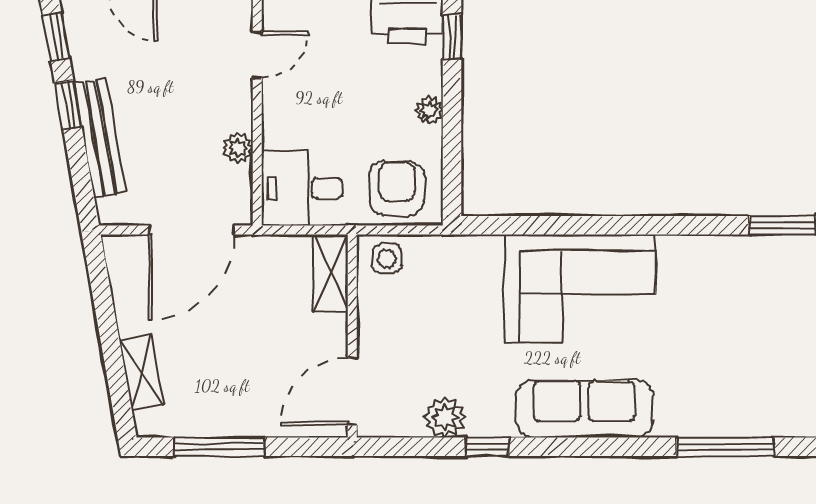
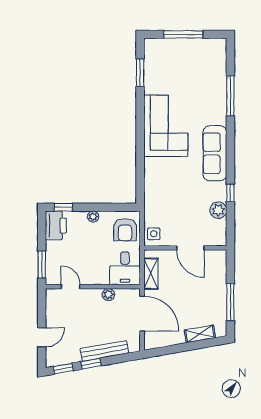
armchair: (397, 188) -> (125, 230), turned -90
shelving: (331, 273) -> (151, 274), moved, turned 90
corner sofa: (580, 288) -> (166, 126), moved
door: (352, 391) -> (190, 248), moved

